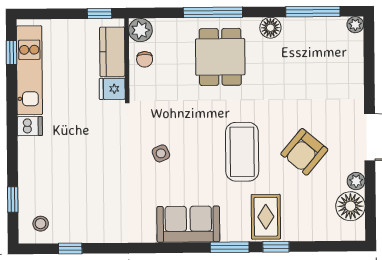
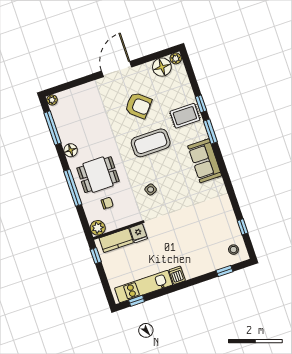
chair: (145, 59) -> (107, 203), moved
side table: (161, 153) -> (151, 189), moved
plant: (356, 181) -> (176, 58), moved

